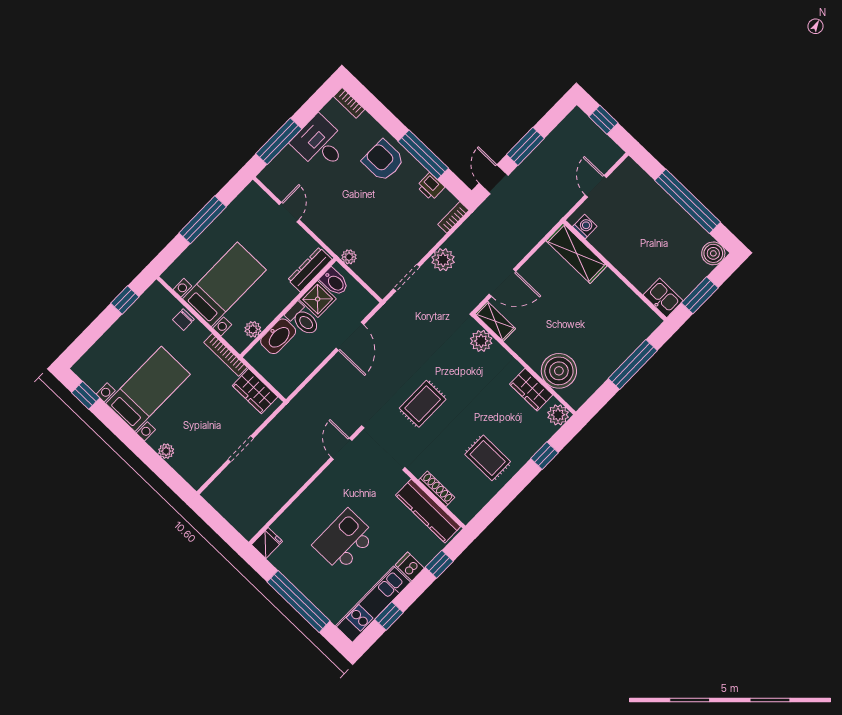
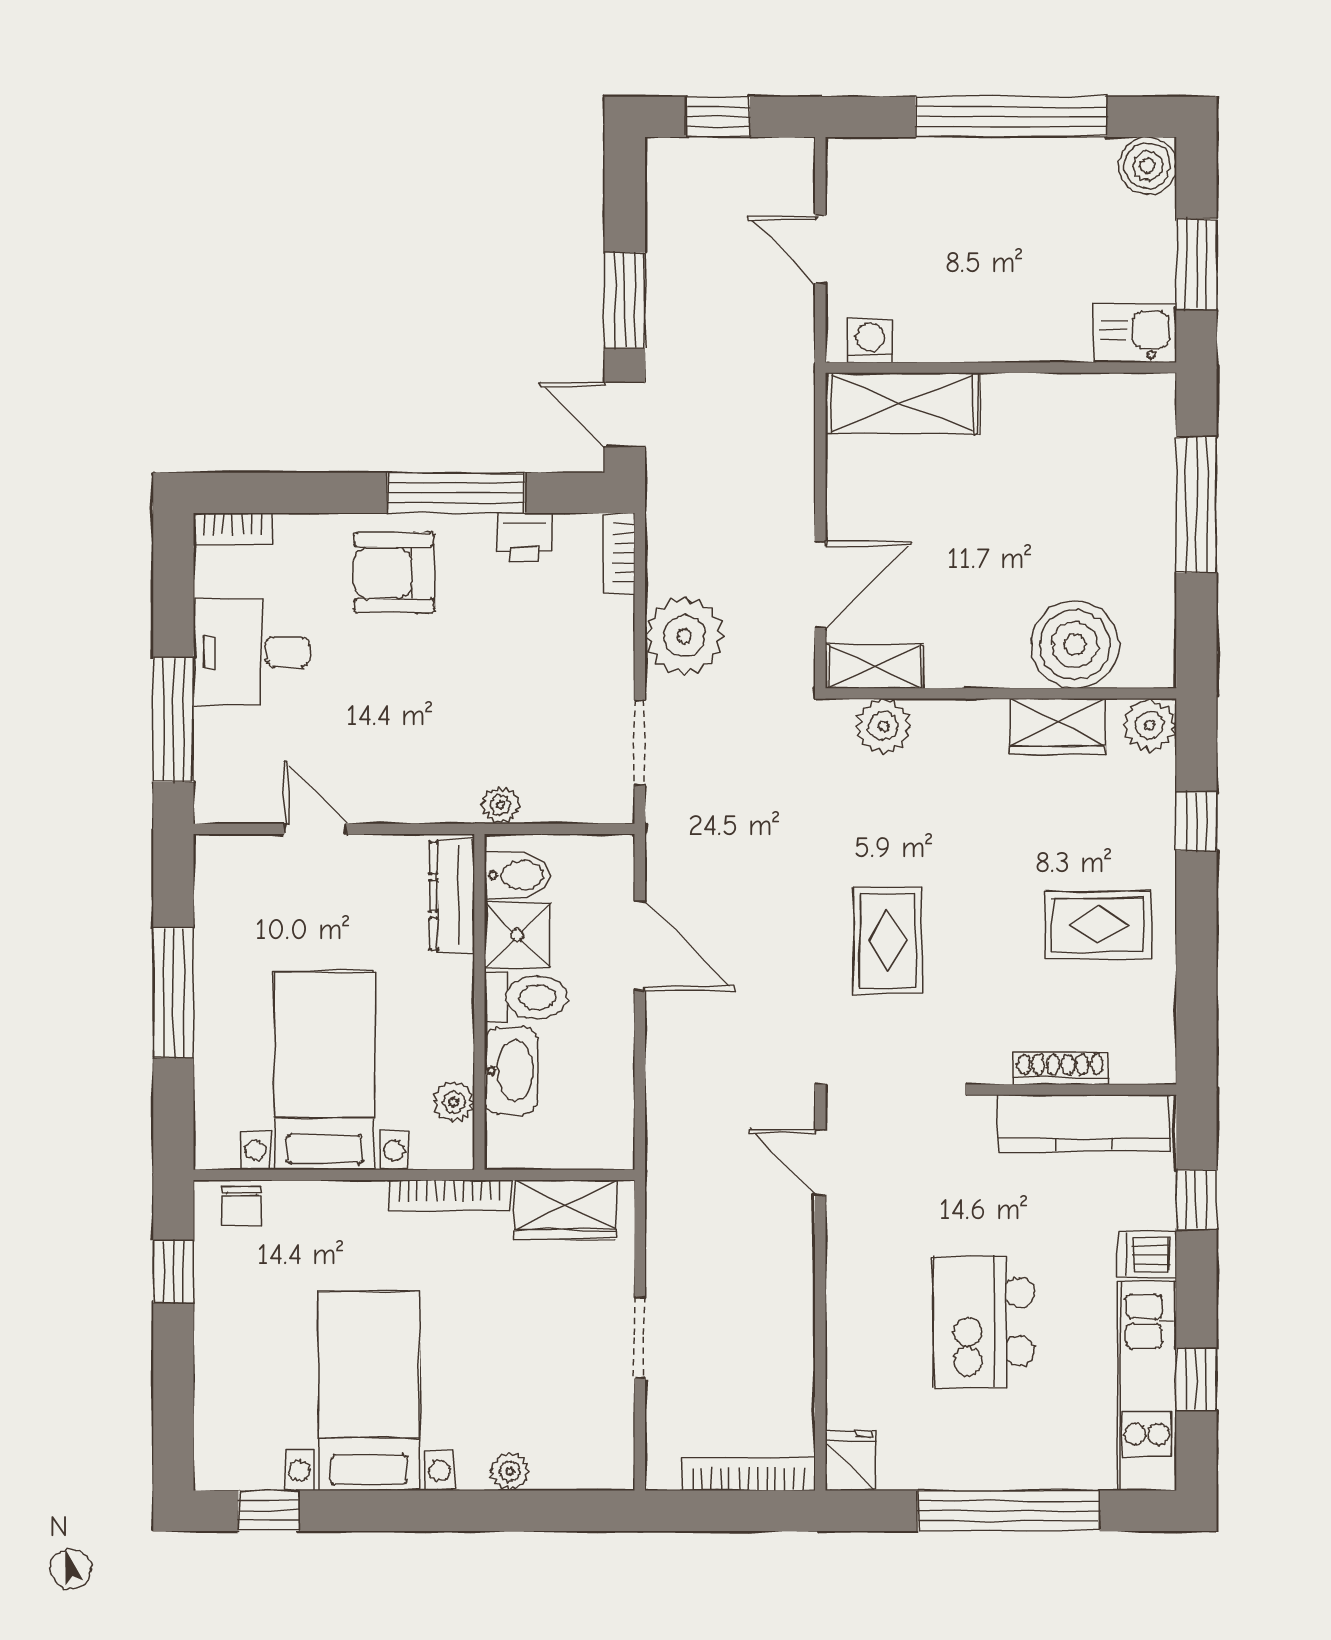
plant: (443, 260) -> (684, 636), width x1.36, depth x1.36
chair: (183, 320) -> (241, 1206), moved
bookcase: (234, 518) -> (748, 1474), added

